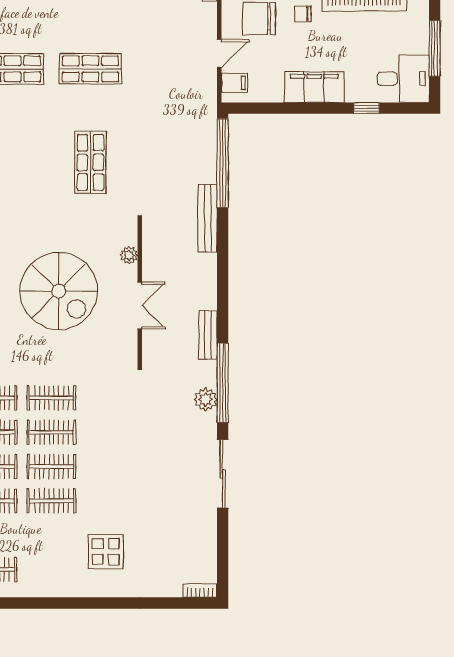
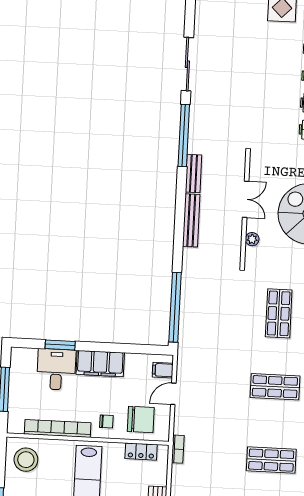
desk: (403, 79) -> (56, 369), moved, turned 90
window: (366, 108) -> (60, 345), width x1.50
bench: (208, 218) -> (191, 220), moved
double door: (140, 305) -> (246, 199), swing flipped
plant: (206, 399) -> (198, 123), removed

